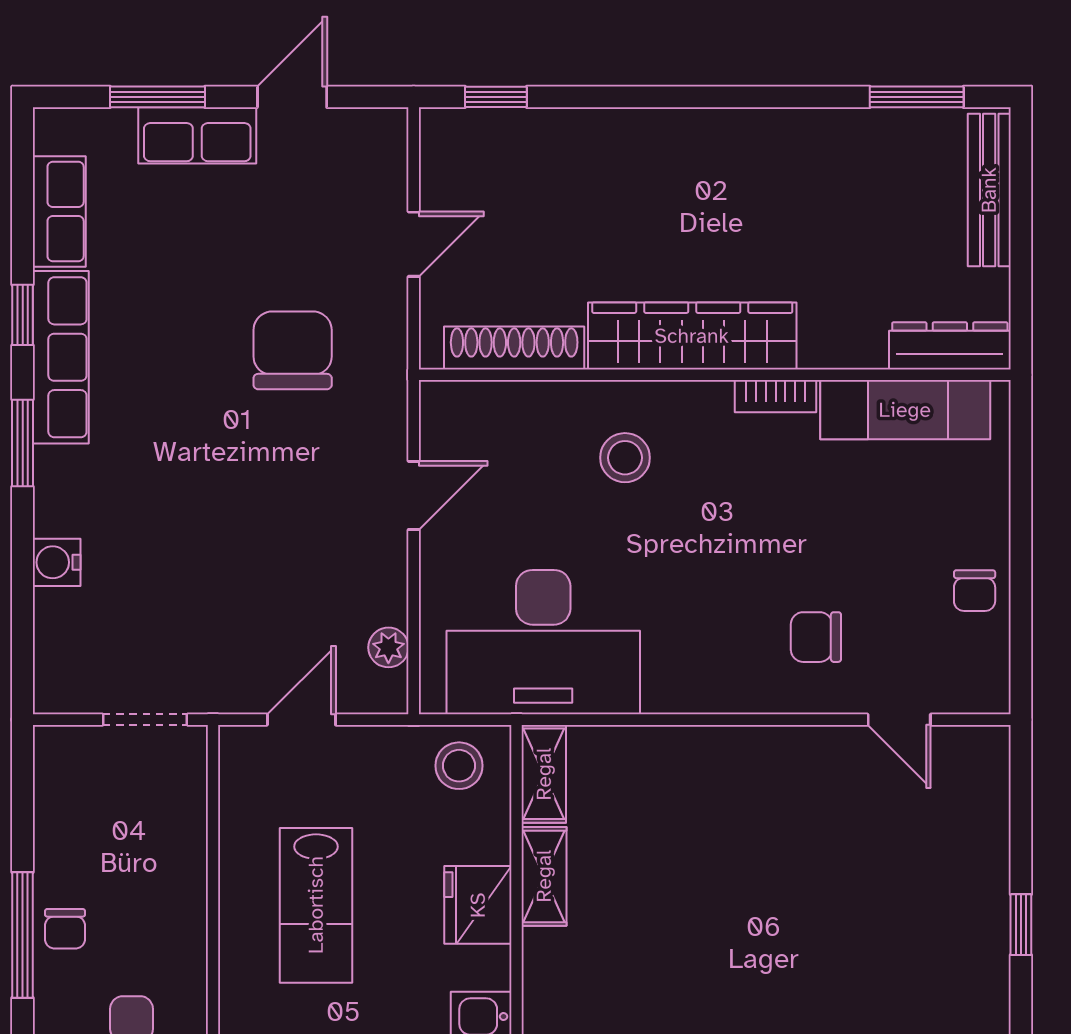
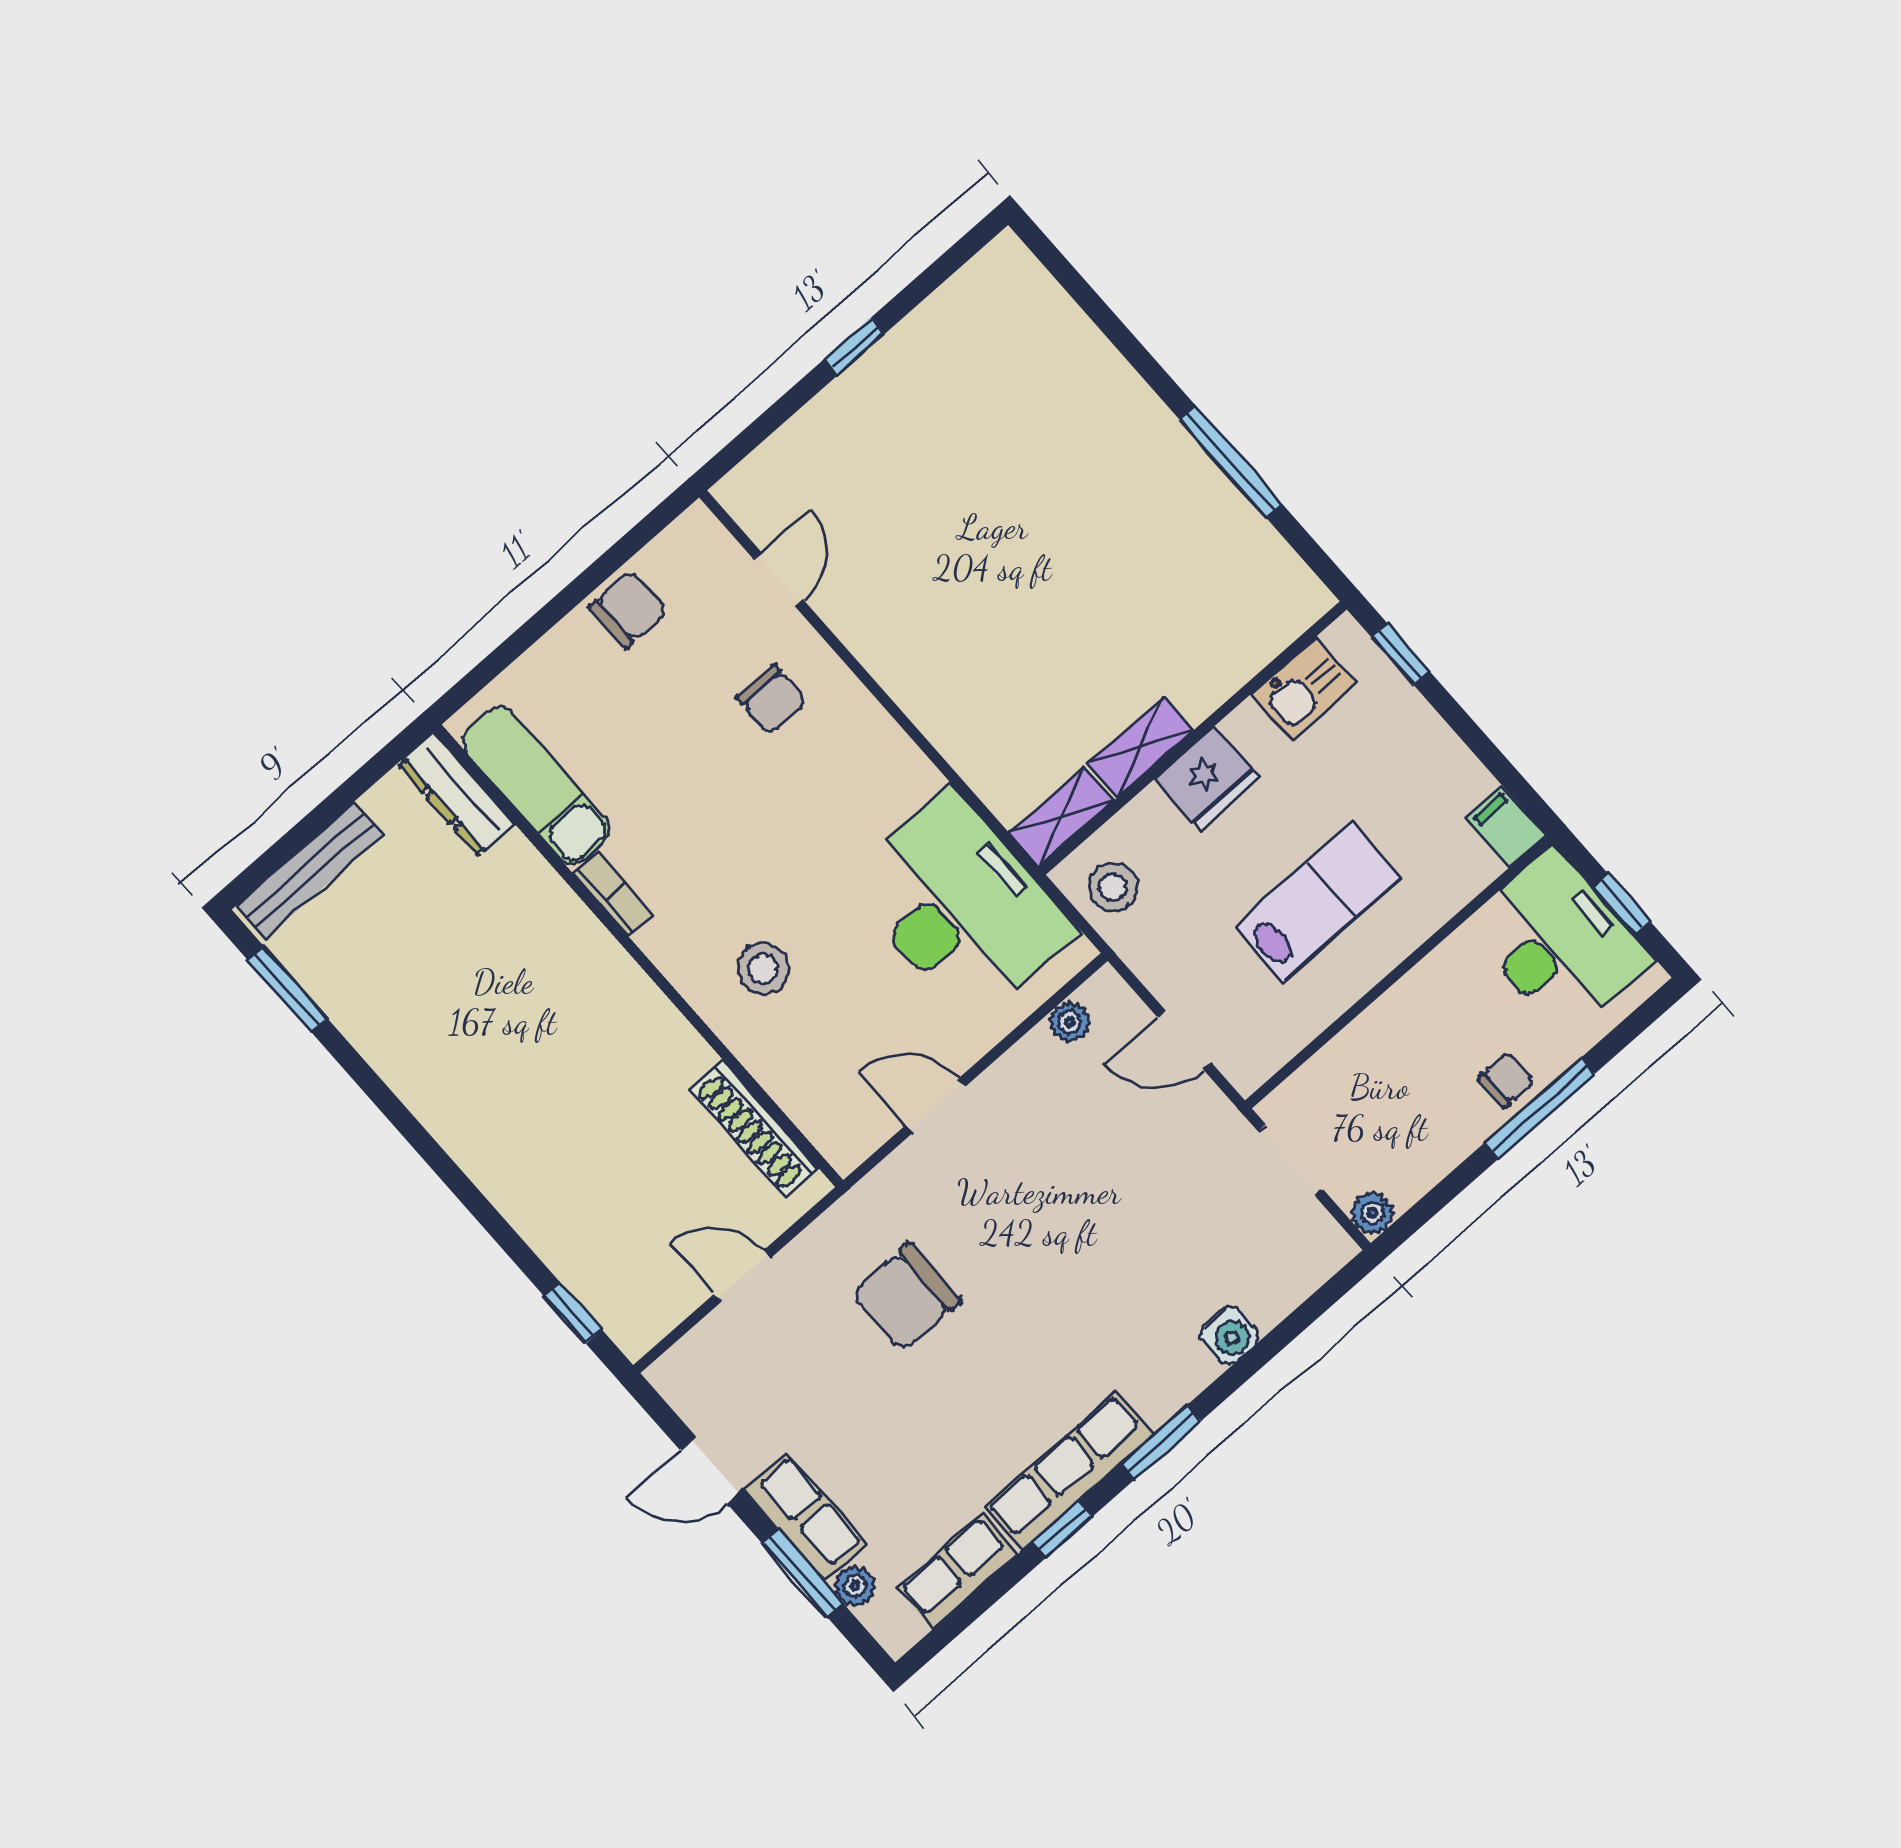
plant: (115, 127) -> (855, 1586), added
wardrobe: (692, 336) -> (624, 999), removed
chair: (975, 591) -> (628, 609), width x1.37, depth x1.37
plant: (54, 746) -> (1373, 1213), added

